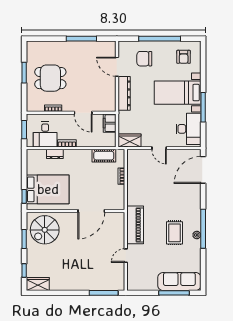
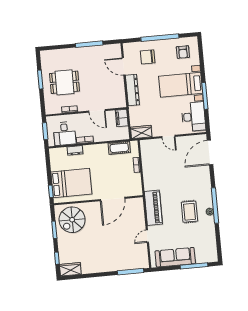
sofa: (179, 282) -> (175, 257), moved

